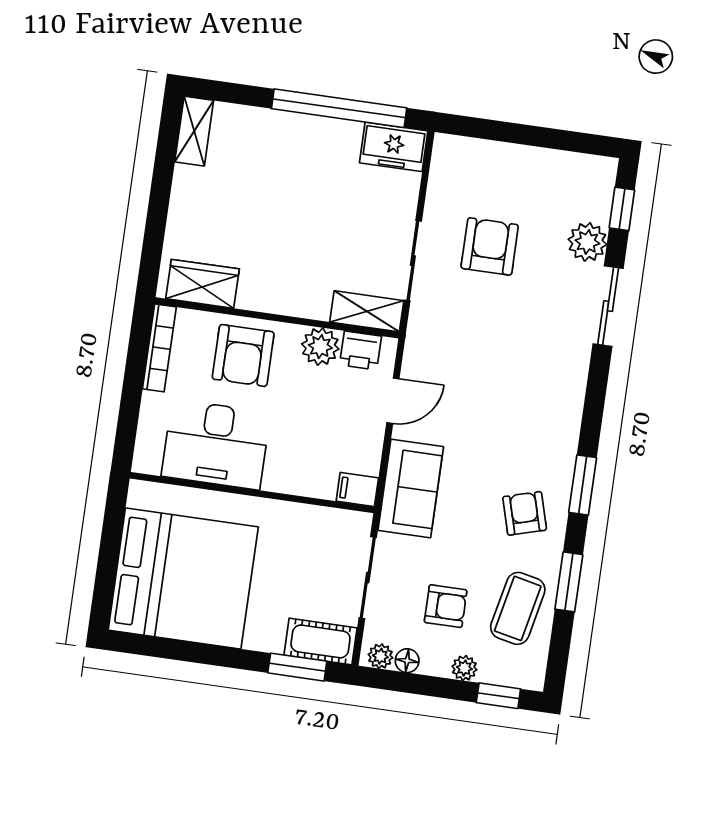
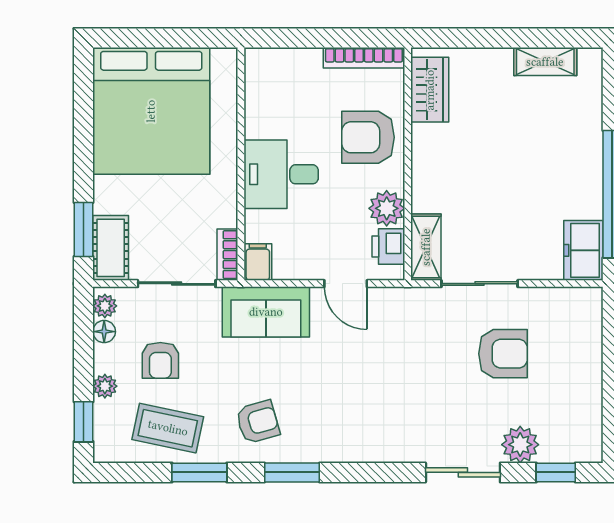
shelving: (194, 131) -> (545, 62), moved
desk: (216, 444) -> (281, 174), moved, width x0.73
bookcase: (345, 520) -> (227, 255), added

